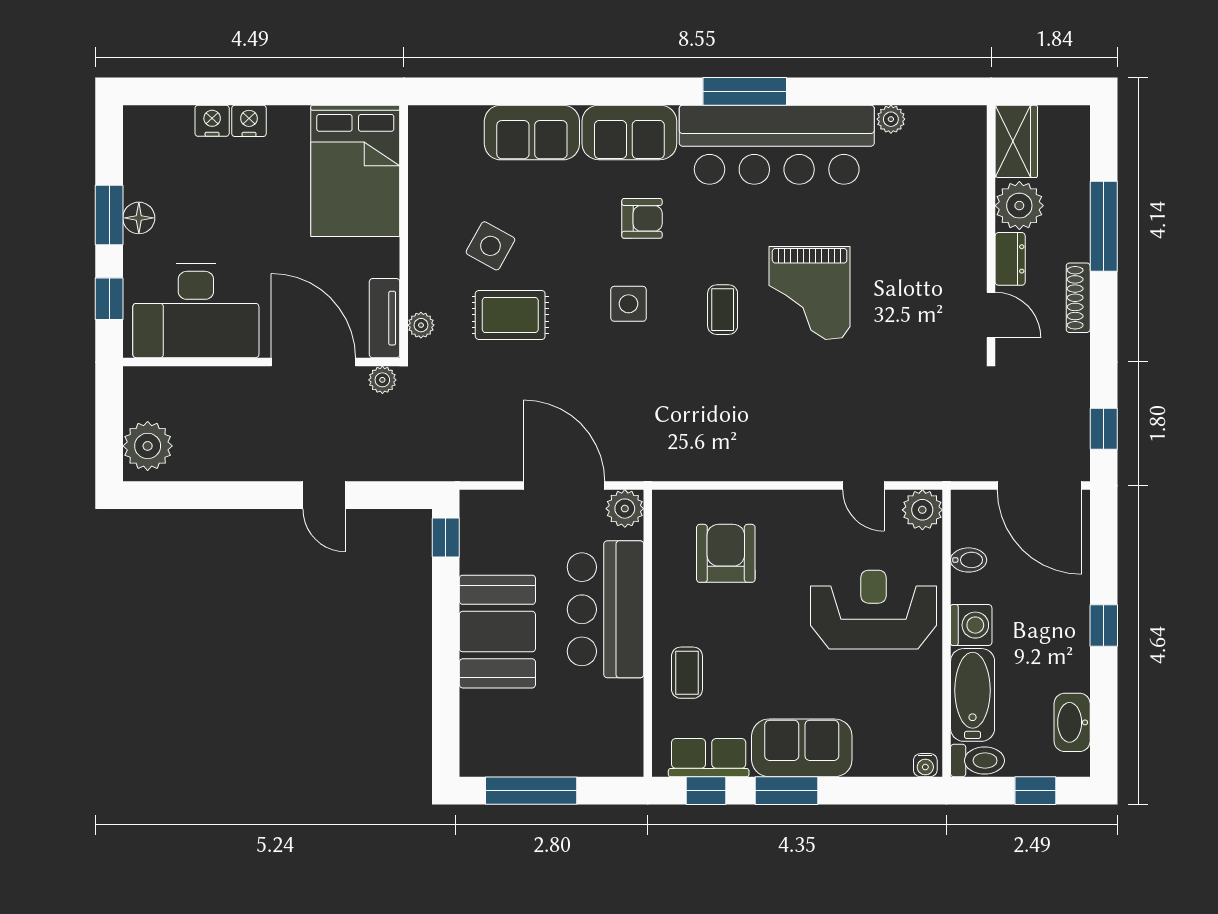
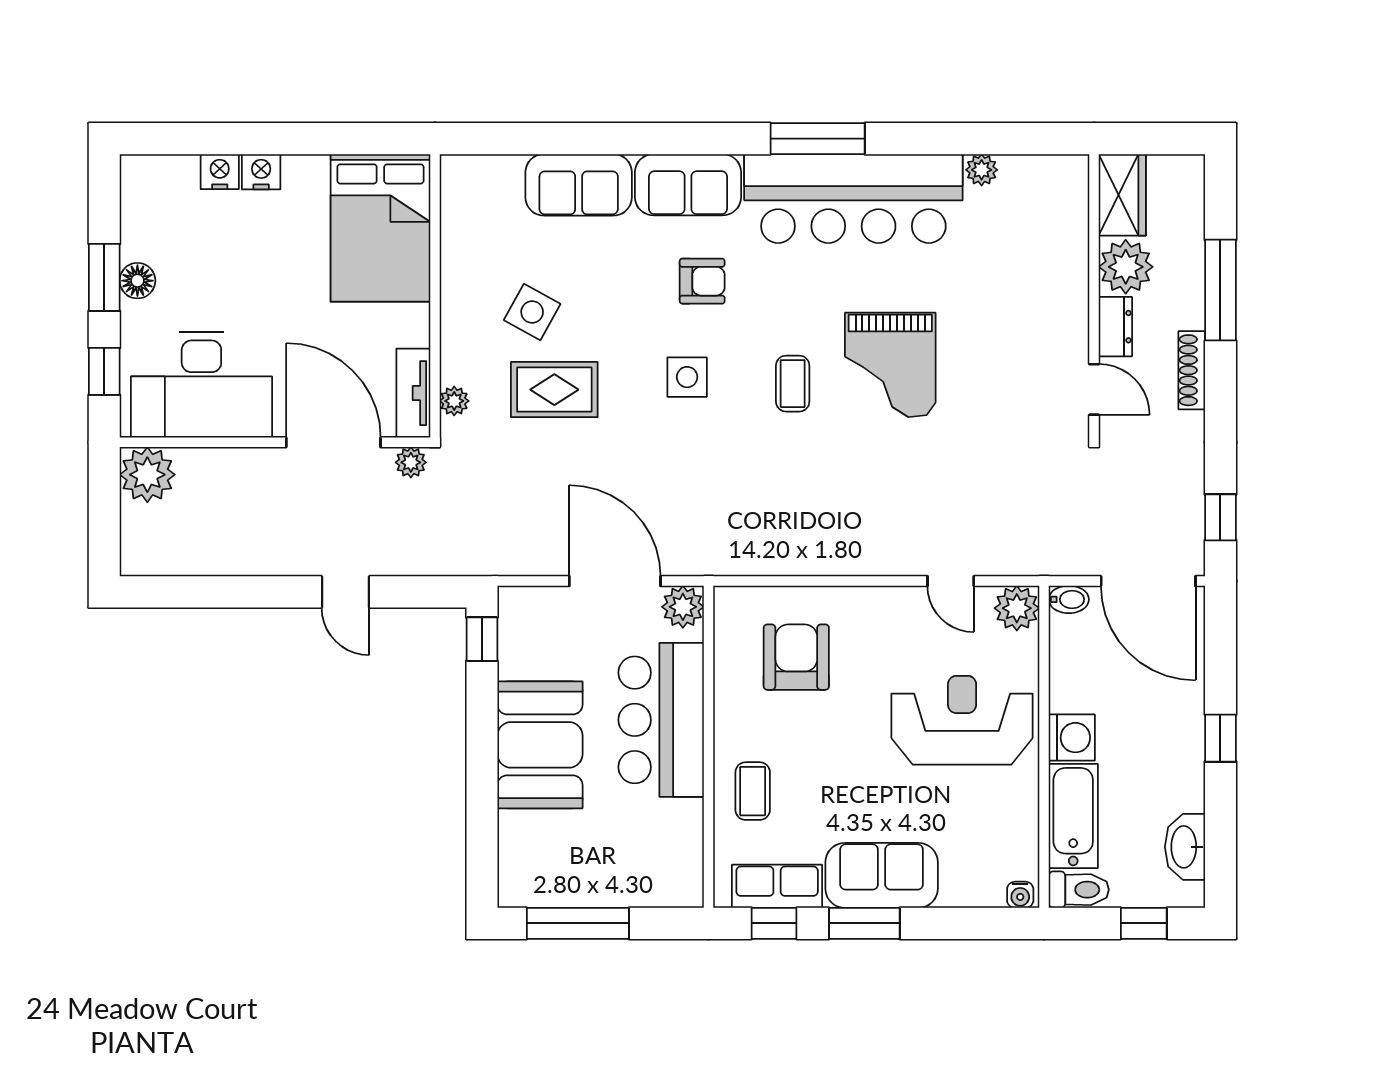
plant: (148, 446) -> (147, 475), moved
bidet: (969, 560) -> (1069, 599), moved

